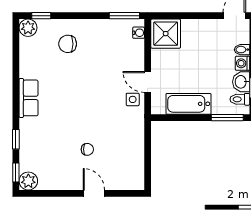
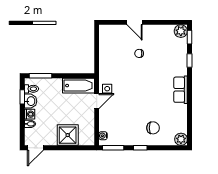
window: (41, 16) -> (140, 148), moved
shower: (166, 34) -> (68, 135), moved
door: (148, 82) -> (97, 101), hinge flipped
bathtub: (188, 104) -> (78, 86), moved

